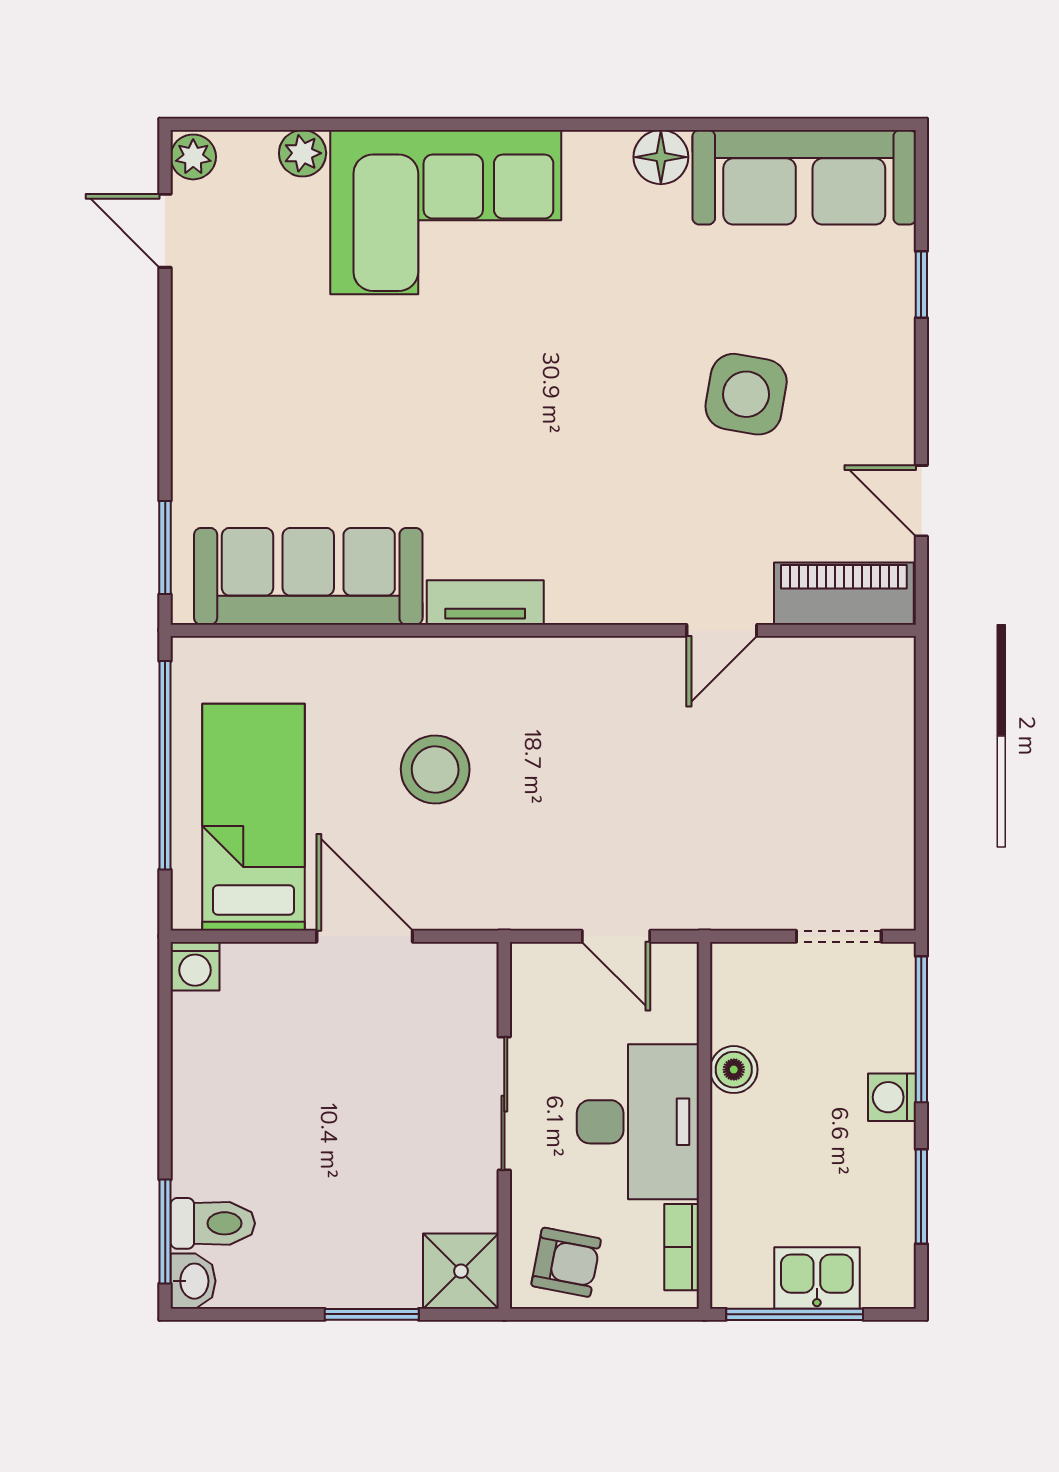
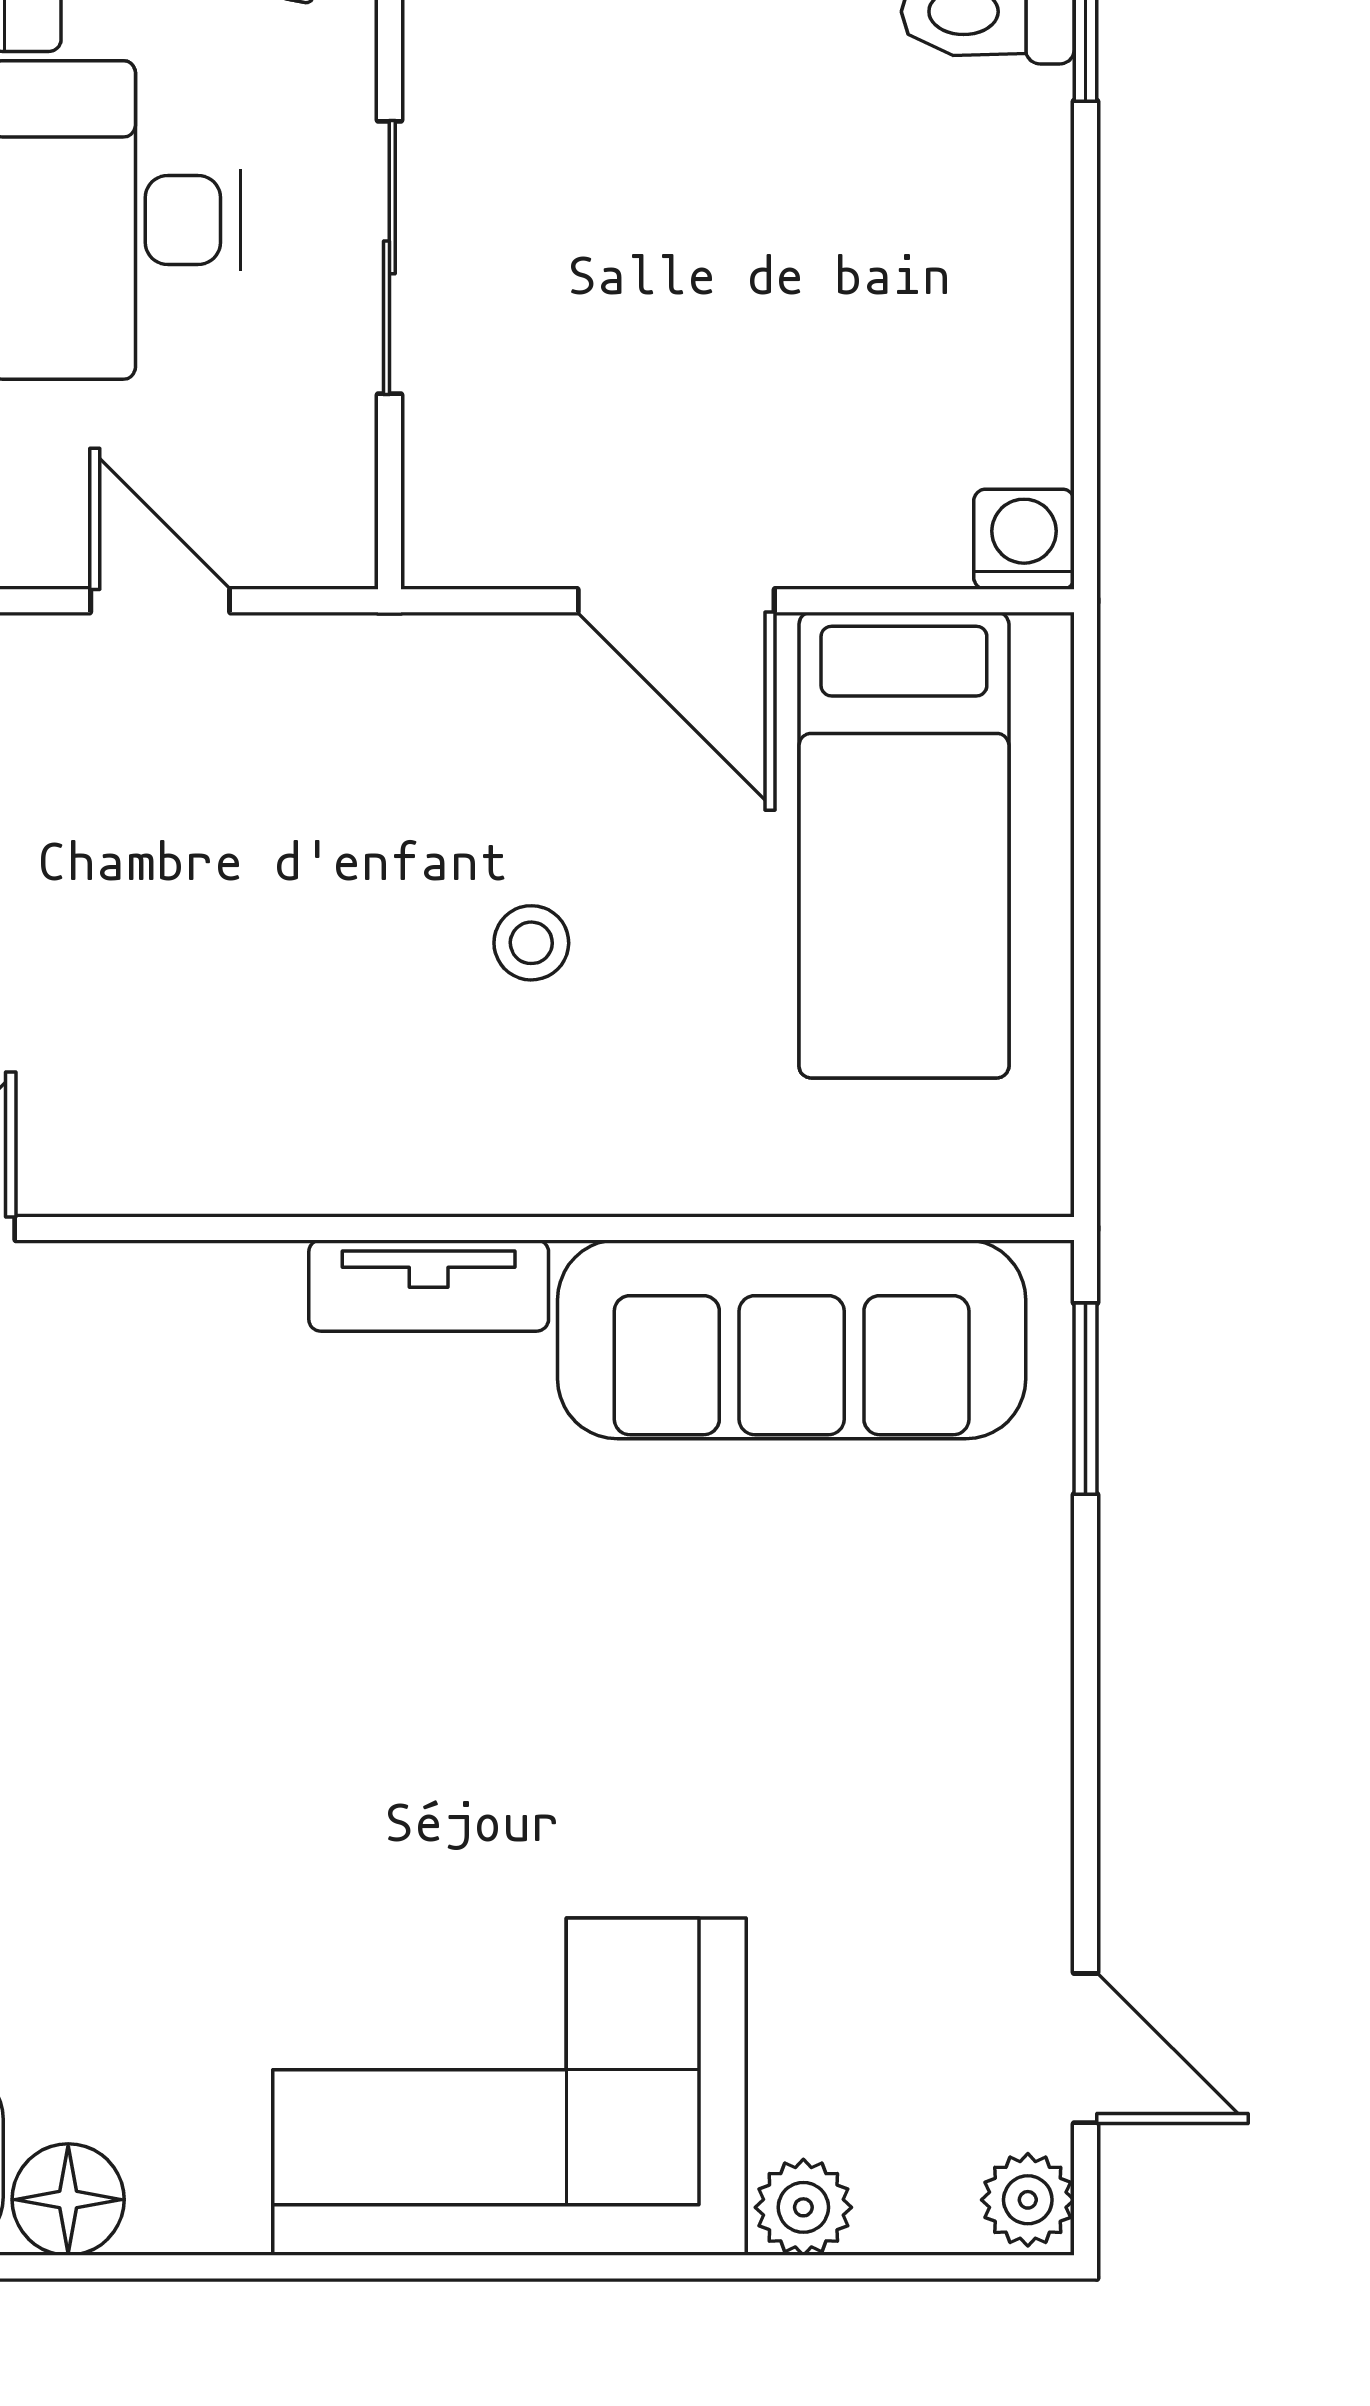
window: (165, 765) -> (1086, 951), removed
stool: (435, 769) -> (531, 943), width x0.53, depth x0.53

